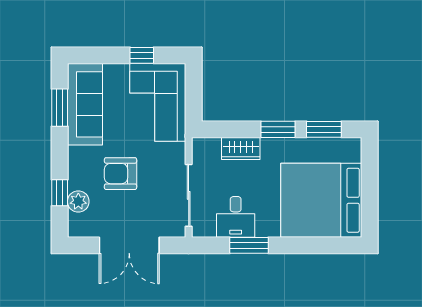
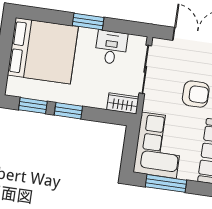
window: (142, 55) -> (166, 183), width x2.17
wardrobe: (241, 149) -> (123, 103), moved
window: (249, 245) -> (88, 22), moved

